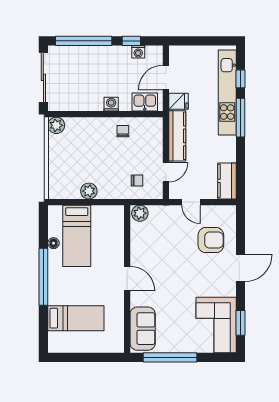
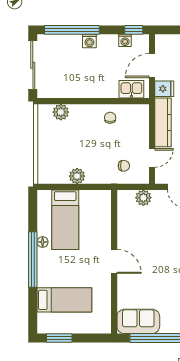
window: (131, 41) -> (134, 30), moved
washing machine: (111, 104) -> (89, 41), moved, turned 180
plant: (56, 125) -> (61, 112), moved
plant: (140, 213) -> (143, 198), moved
floor lamp: (53, 243) -> (43, 242), moved
sofa: (143, 329) -> (138, 321), moved, turned -90
window: (71, 357) -> (59, 338), added

